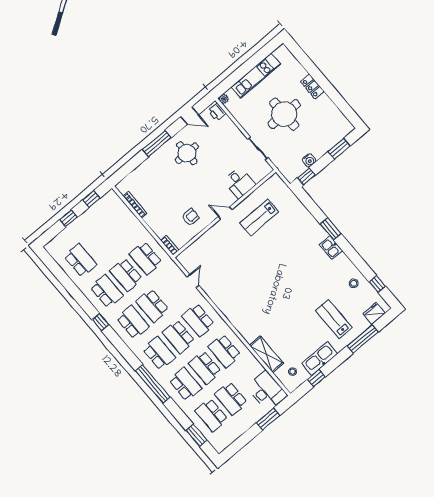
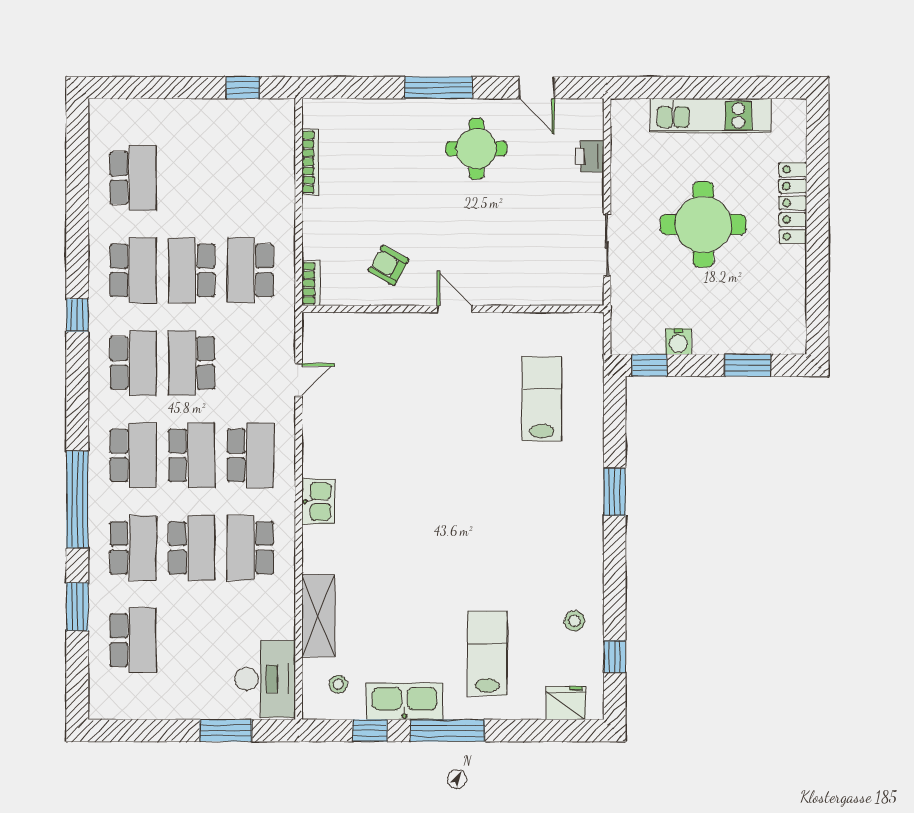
locker: (312, 86) -> (793, 203), width x1.53
plant: (224, 99) -> (621, 109), removed
printer: (217, 112) -> (590, 156), moved
desk: (240, 183) -> (525, 278), removed
armchair: (191, 217) -> (388, 265), turned -151
lab bench: (259, 217) -> (542, 399), moved, turned 90
window: (68, 218) -> (174, 88), removed
kitchen sink: (331, 248) -> (318, 502), moved, turned 180
school desk: (198, 320) -> (250, 455), turned 180
school desk: (179, 337) -> (192, 455), turned 180
window: (363, 339) -> (447, 731), moved
school desk: (205, 368) -> (192, 548), turned 180
school desk: (231, 399) -> (192, 640), removed
school desk: (212, 415) -> (133, 640), turned 180
window: (196, 435) -> (77, 607), moved

